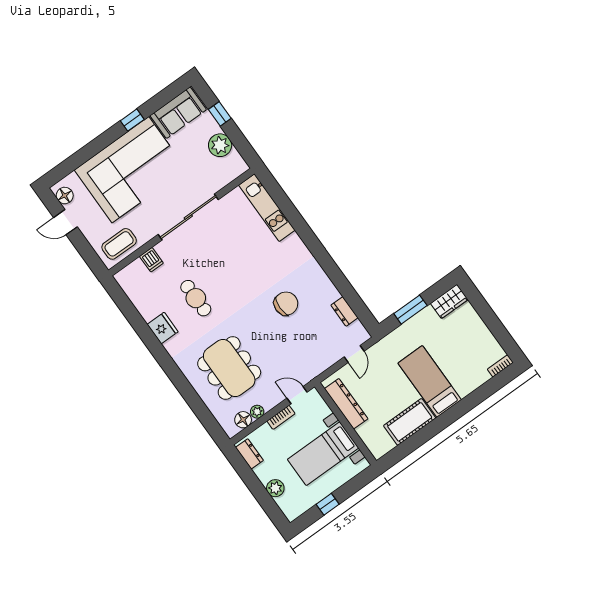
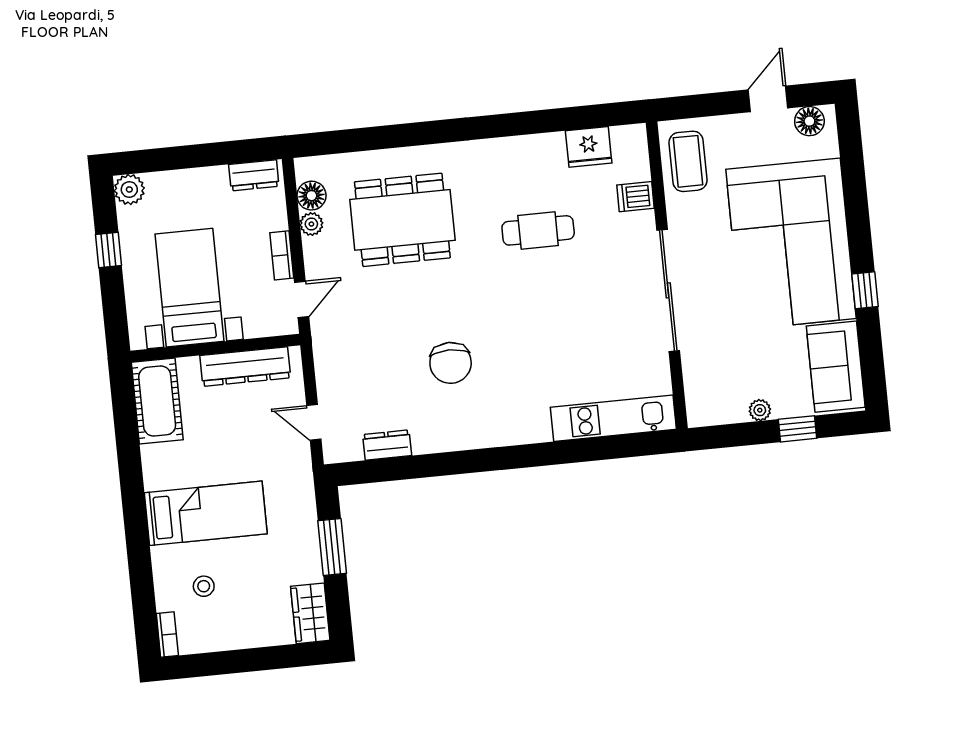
plant: (220, 145) -> (760, 410), width x0.53, depth x0.53
fridge: (163, 328) -> (589, 147), moved
stool: (466, 362) -> (204, 586), added
cot: (410, 422) -> (157, 401), moved
plant: (275, 488) -> (129, 189), moved

